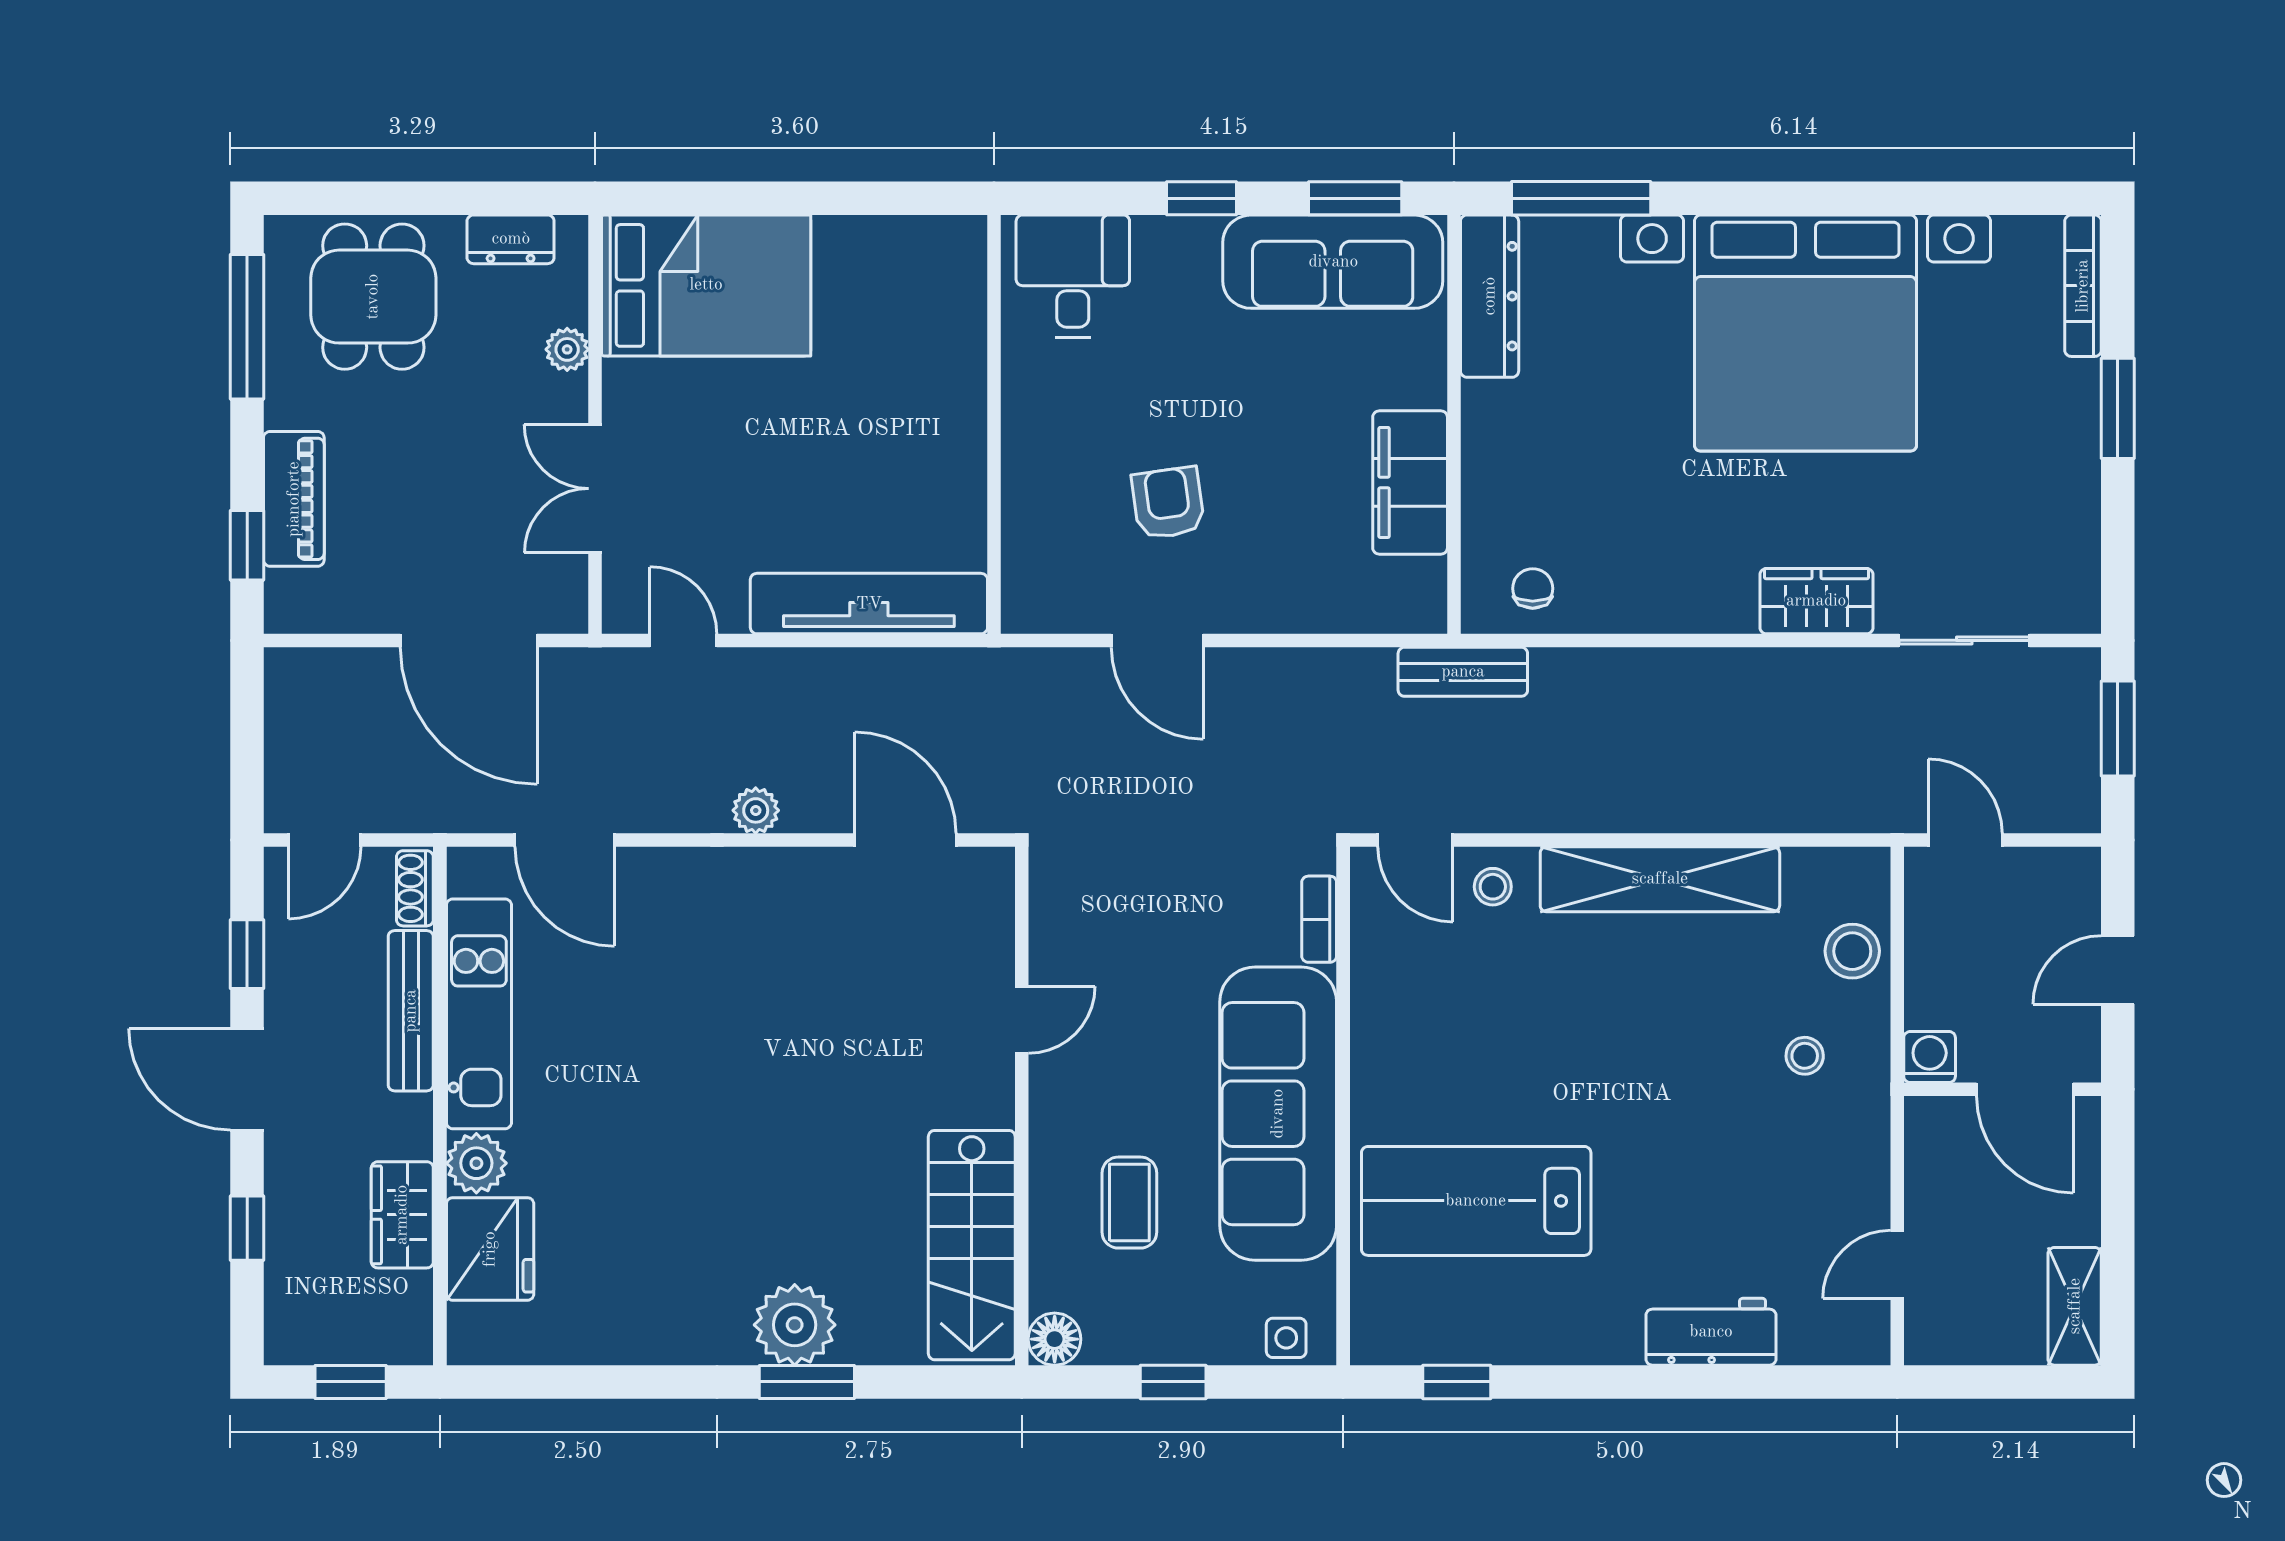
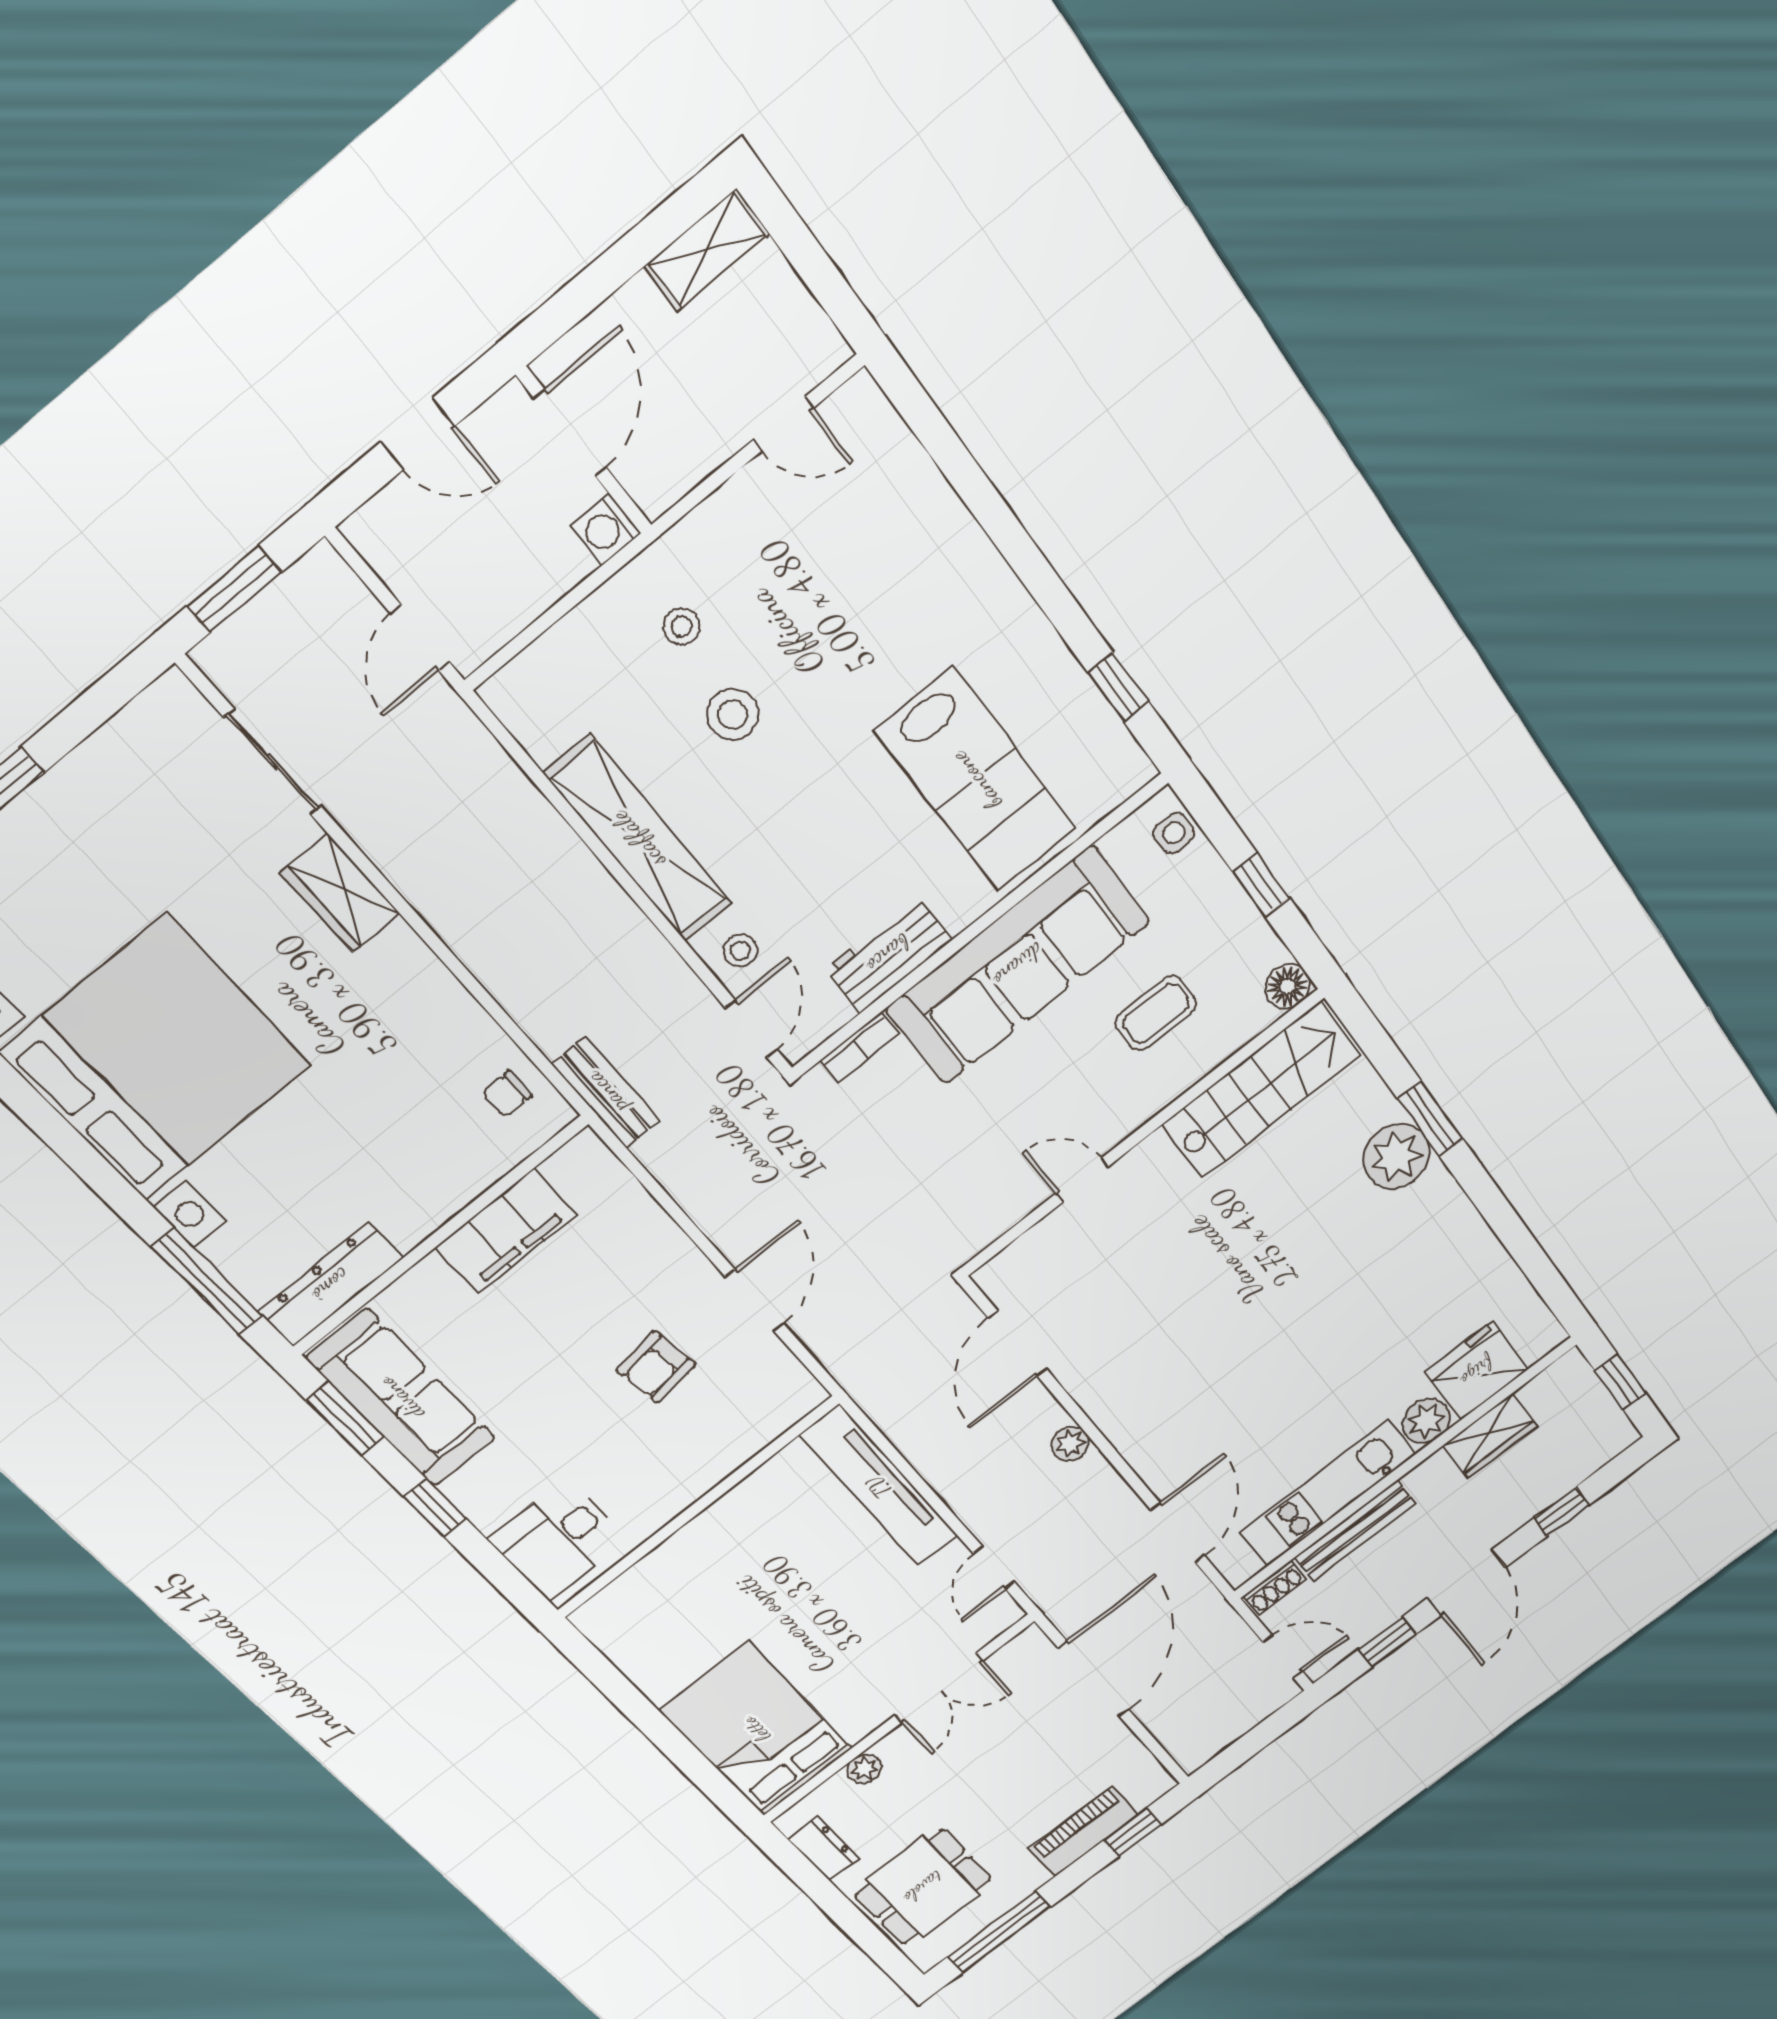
stool: (1852, 951) -> (733, 714), moved
workbench: (1711, 1332) -> (888, 954), moved, turned 90

